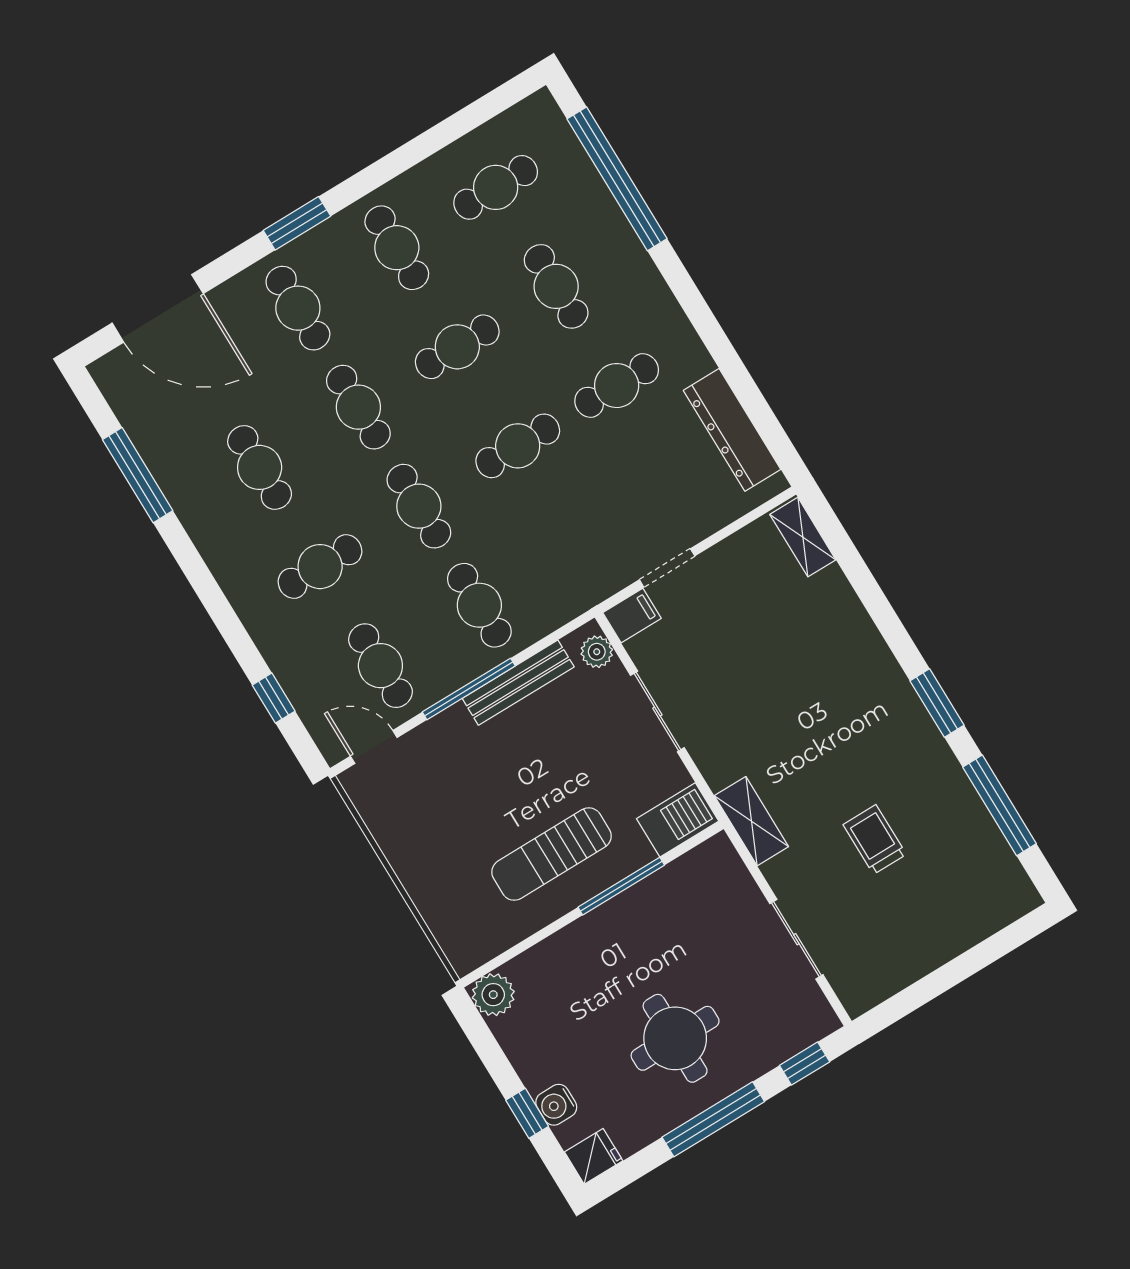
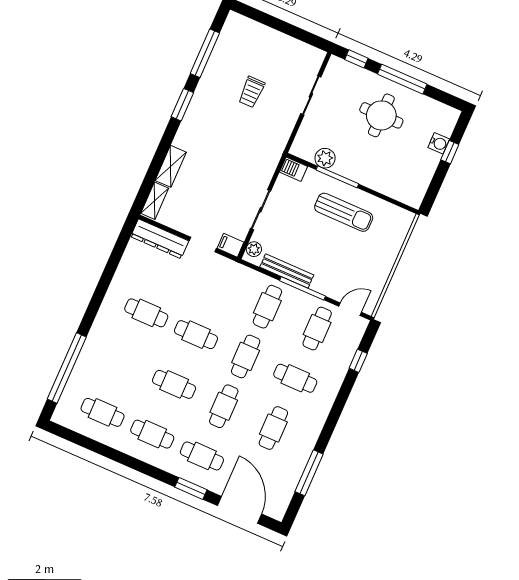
window: (297, 223) -> (191, 488), moved
cafe table: (397, 248) -> (152, 434), turned 90
cafe table: (556, 286) -> (124, 363), removed
cafe table: (298, 308) -> (202, 456), turned 90
dresser: (732, 430) -> (160, 239), moved, turned 90
door: (374, 747) -> (350, 309), swing flipped
barbecue: (678, 820) -> (294, 169), width x0.73, depth x0.79
shelving: (751, 821) -> (171, 166), moved
plant: (493, 995) -> (325, 158), moved
fridge: (594, 1156) -> (449, 115), removed

